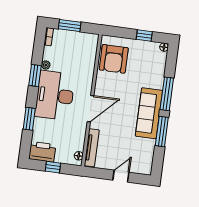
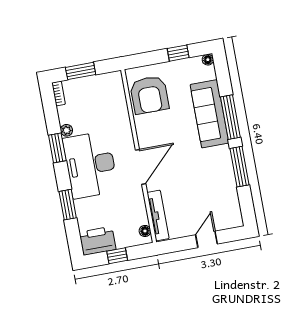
sofa: (149, 113) -> (209, 114), moved

